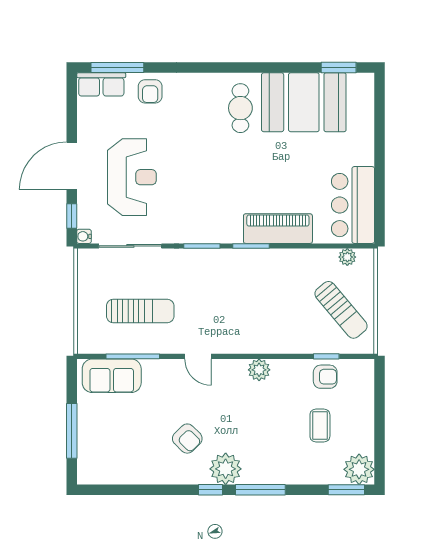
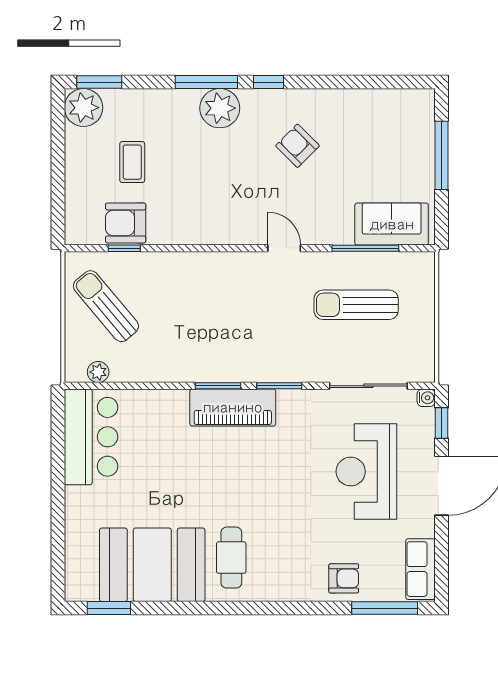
row of seats: (101, 84) -> (421, 569), moved, turned -90
armchair: (150, 91) -> (344, 578), turned 90
piano: (278, 229) -> (233, 407), moved
plant: (259, 370) -> (208, 232), removed
armchair: (325, 377) -> (126, 223), width x1.38, depth x1.38
plant: (226, 469) -> (220, 108), moved

